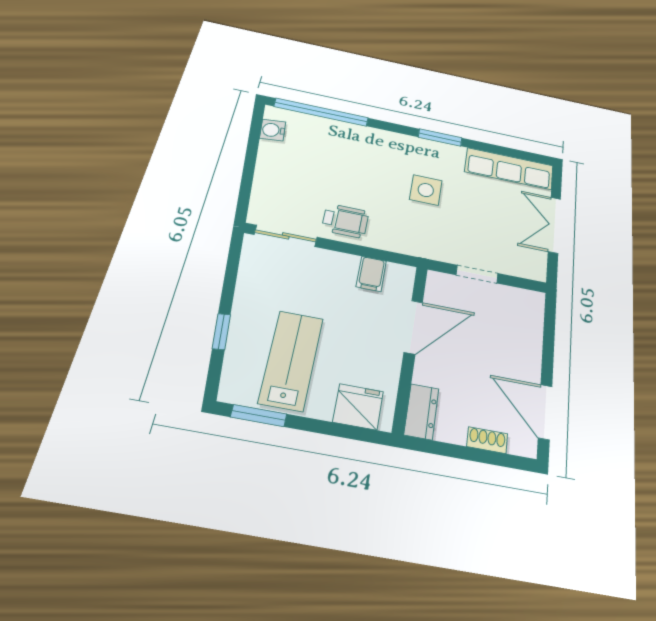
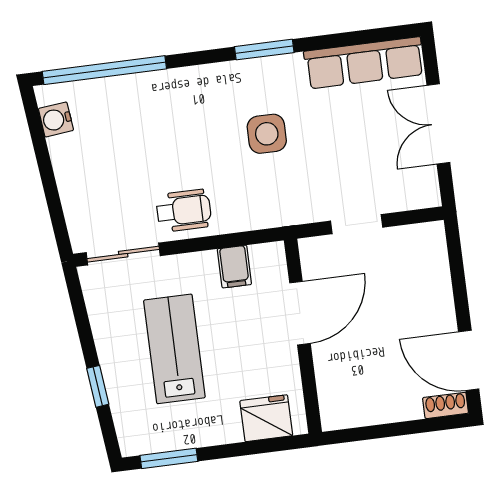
lab bench: (291, 360) -> (174, 349), moved
dresser: (421, 412) -> (334, 402), removed
shoe rack: (487, 440) -> (446, 405), moved

